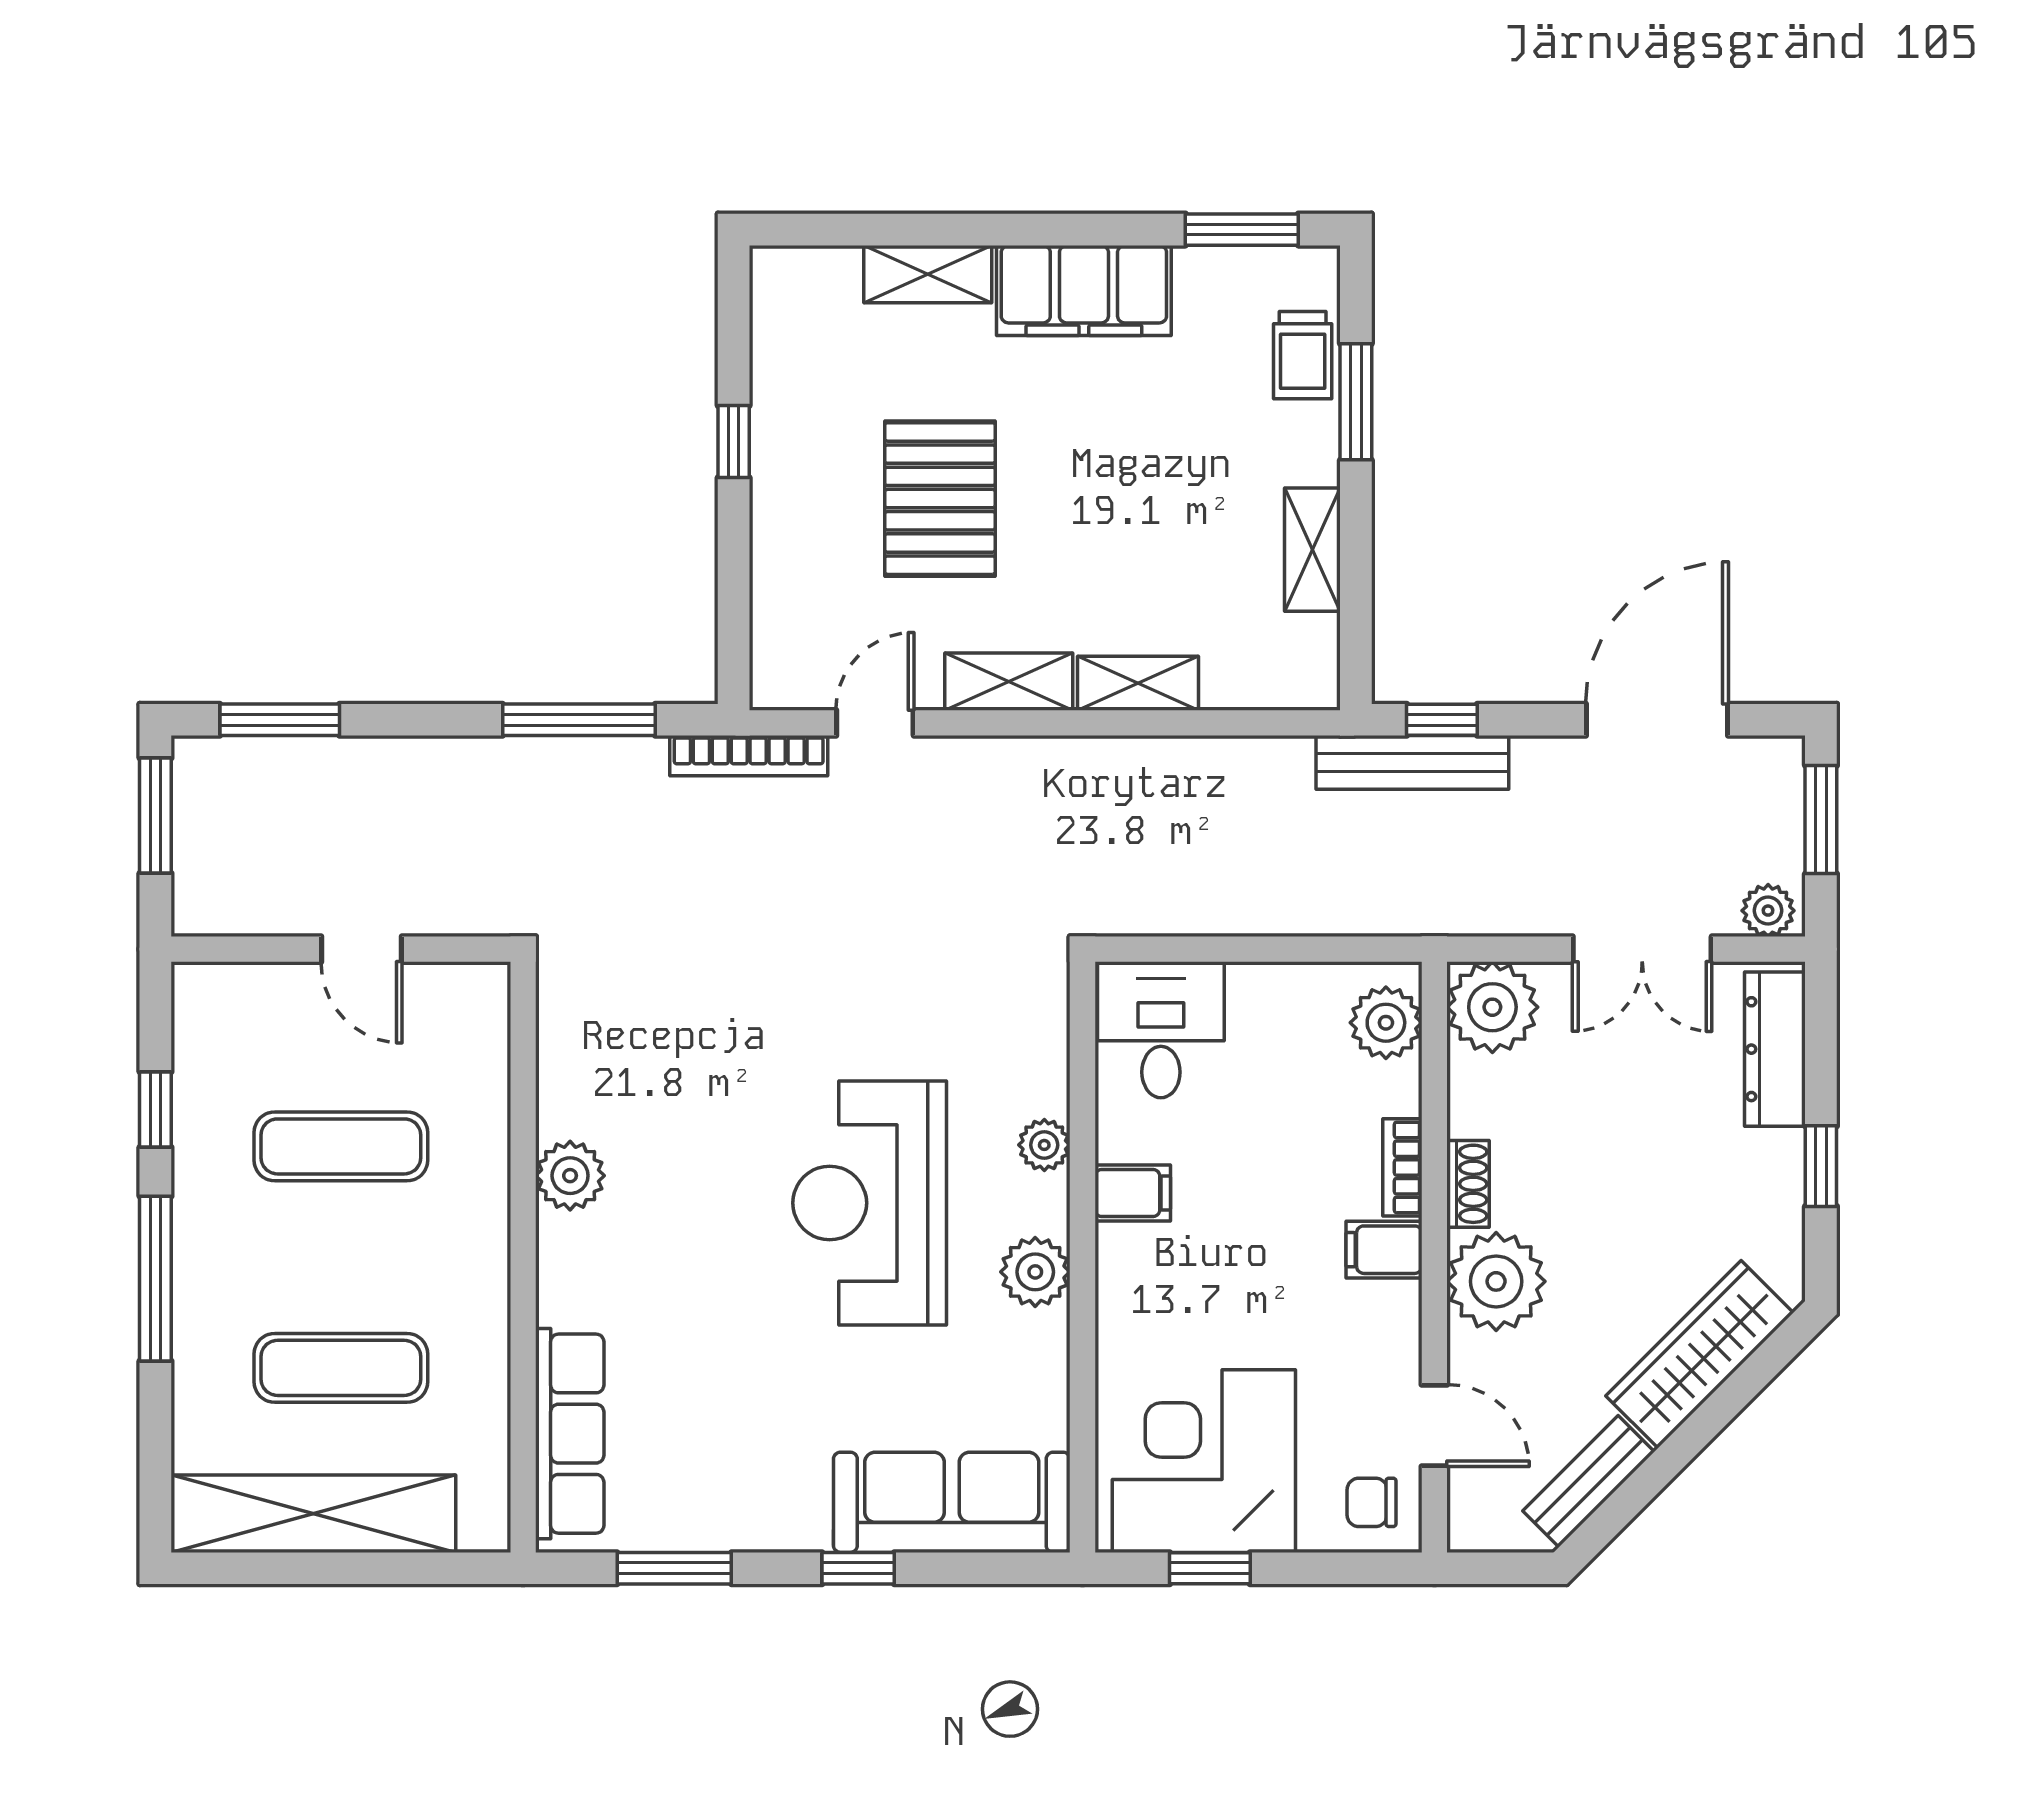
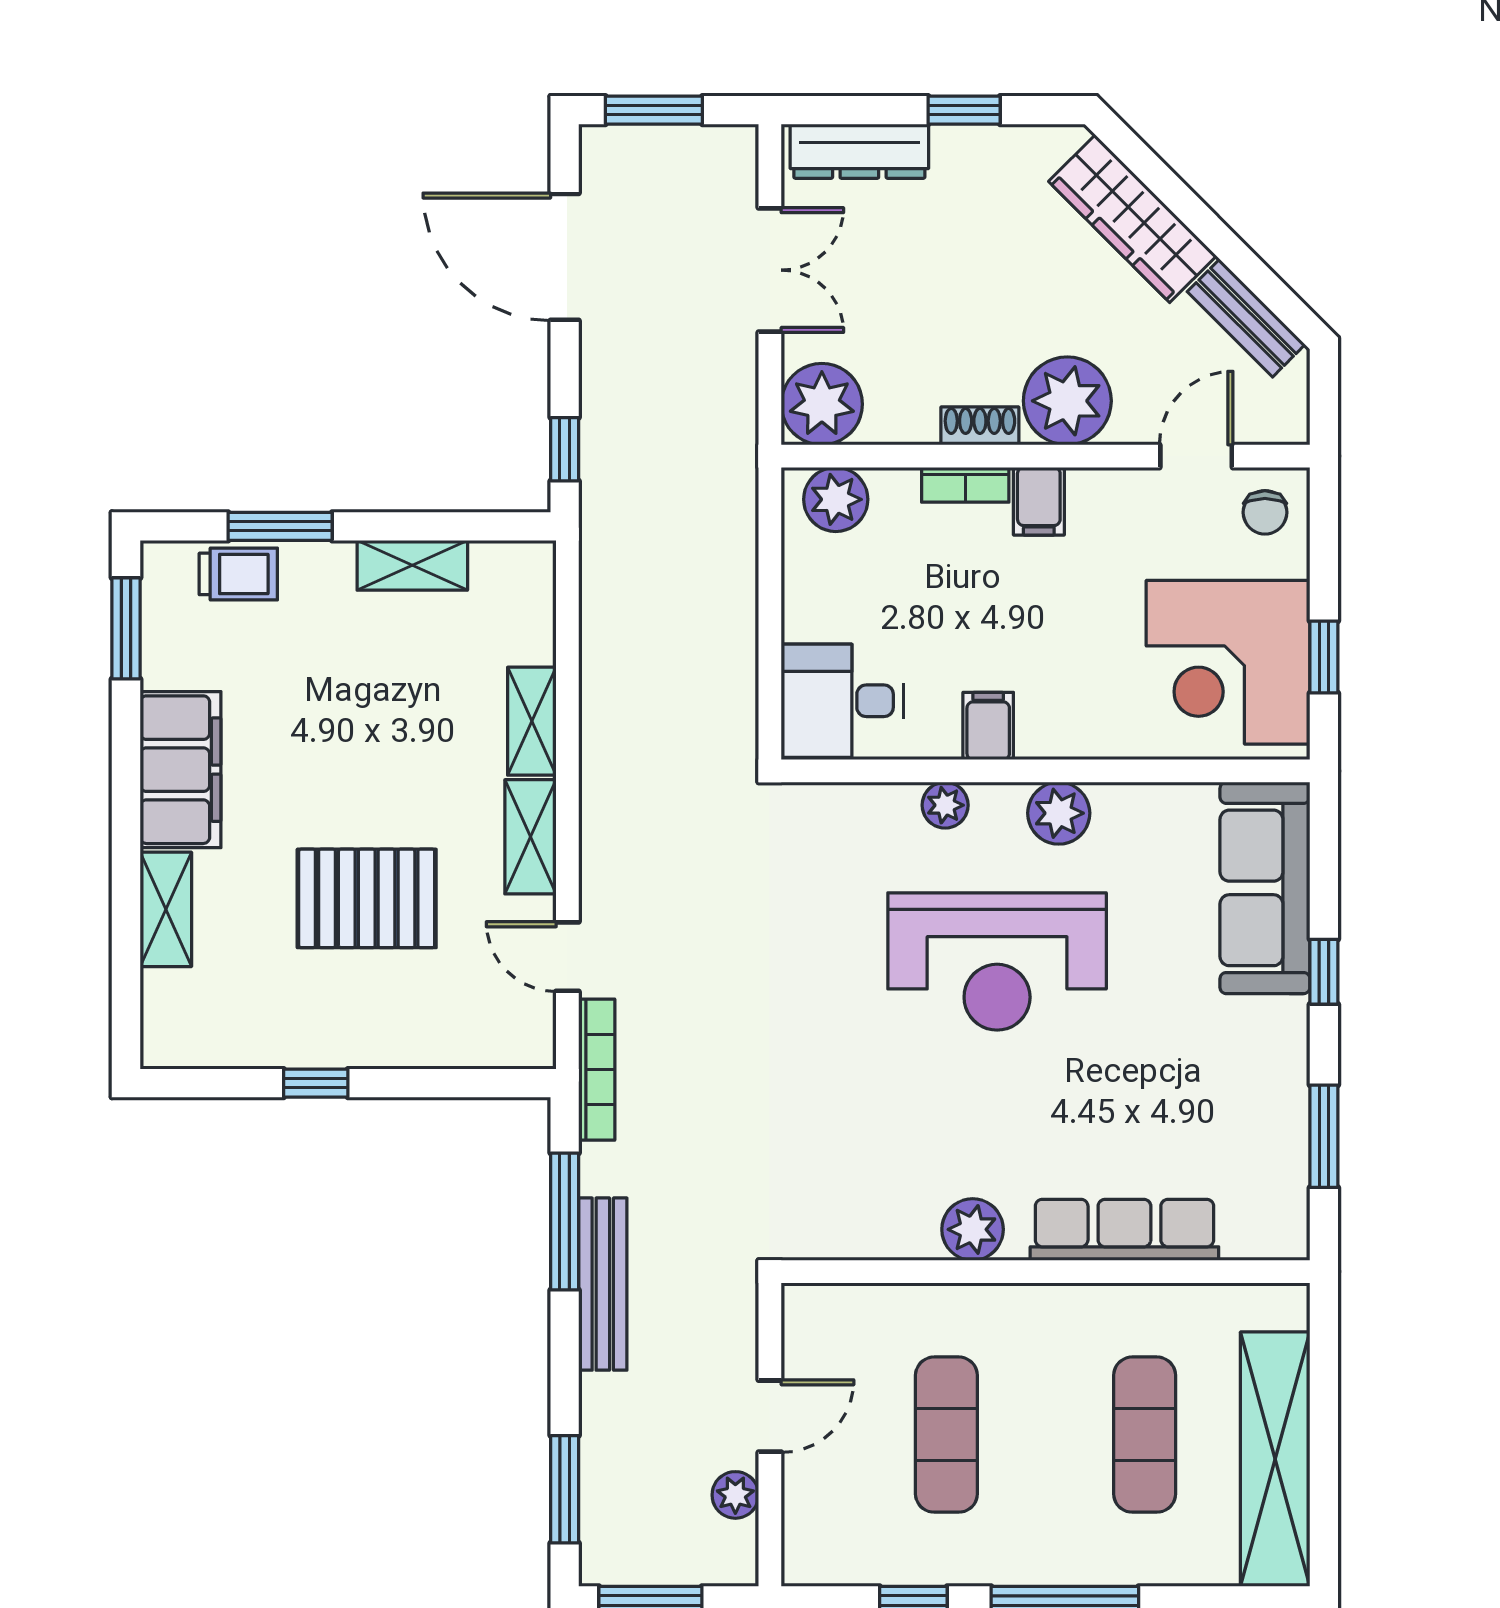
bench: (1412, 762) -> (603, 1284), moved
plant: (1768, 911) -> (735, 1495), moved
row of seats: (570, 1434) -> (1124, 1230), moved

